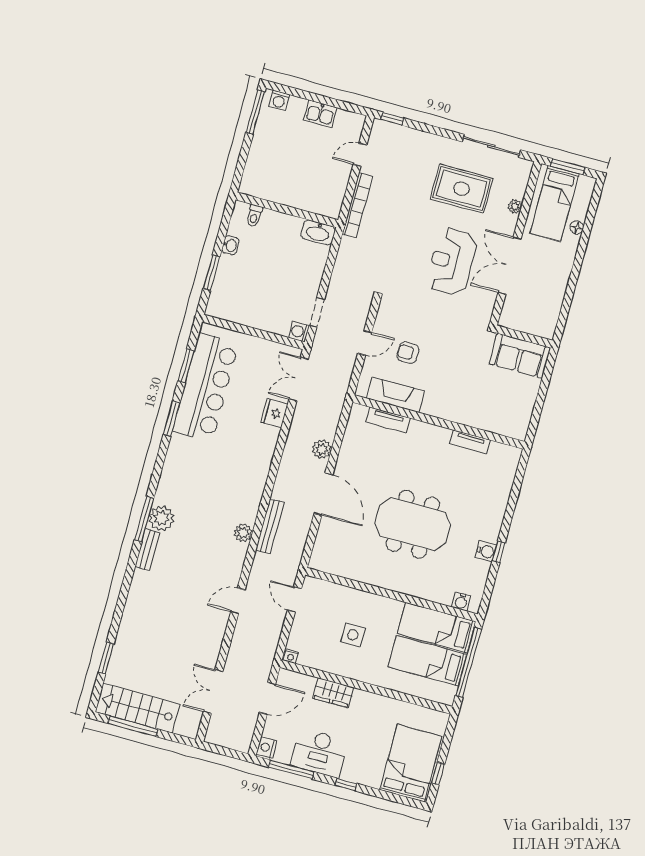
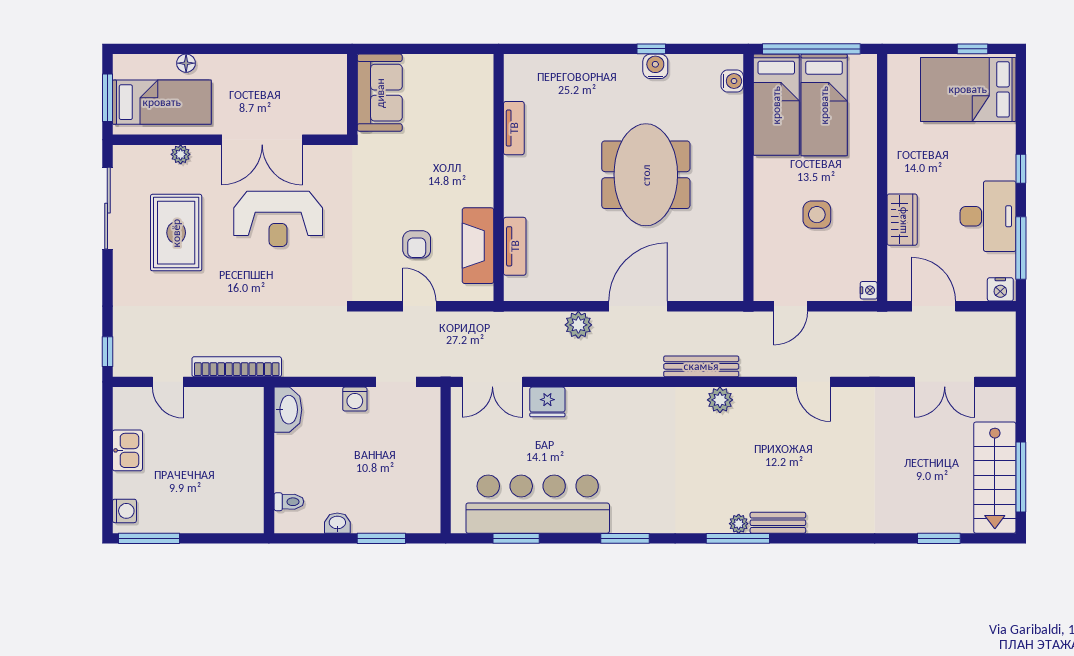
washing machine: (299, 332) -> (355, 399), moved
window: (172, 419) -> (625, 538), moved
plant: (161, 518) -> (739, 524), width x0.53, depth x0.53

